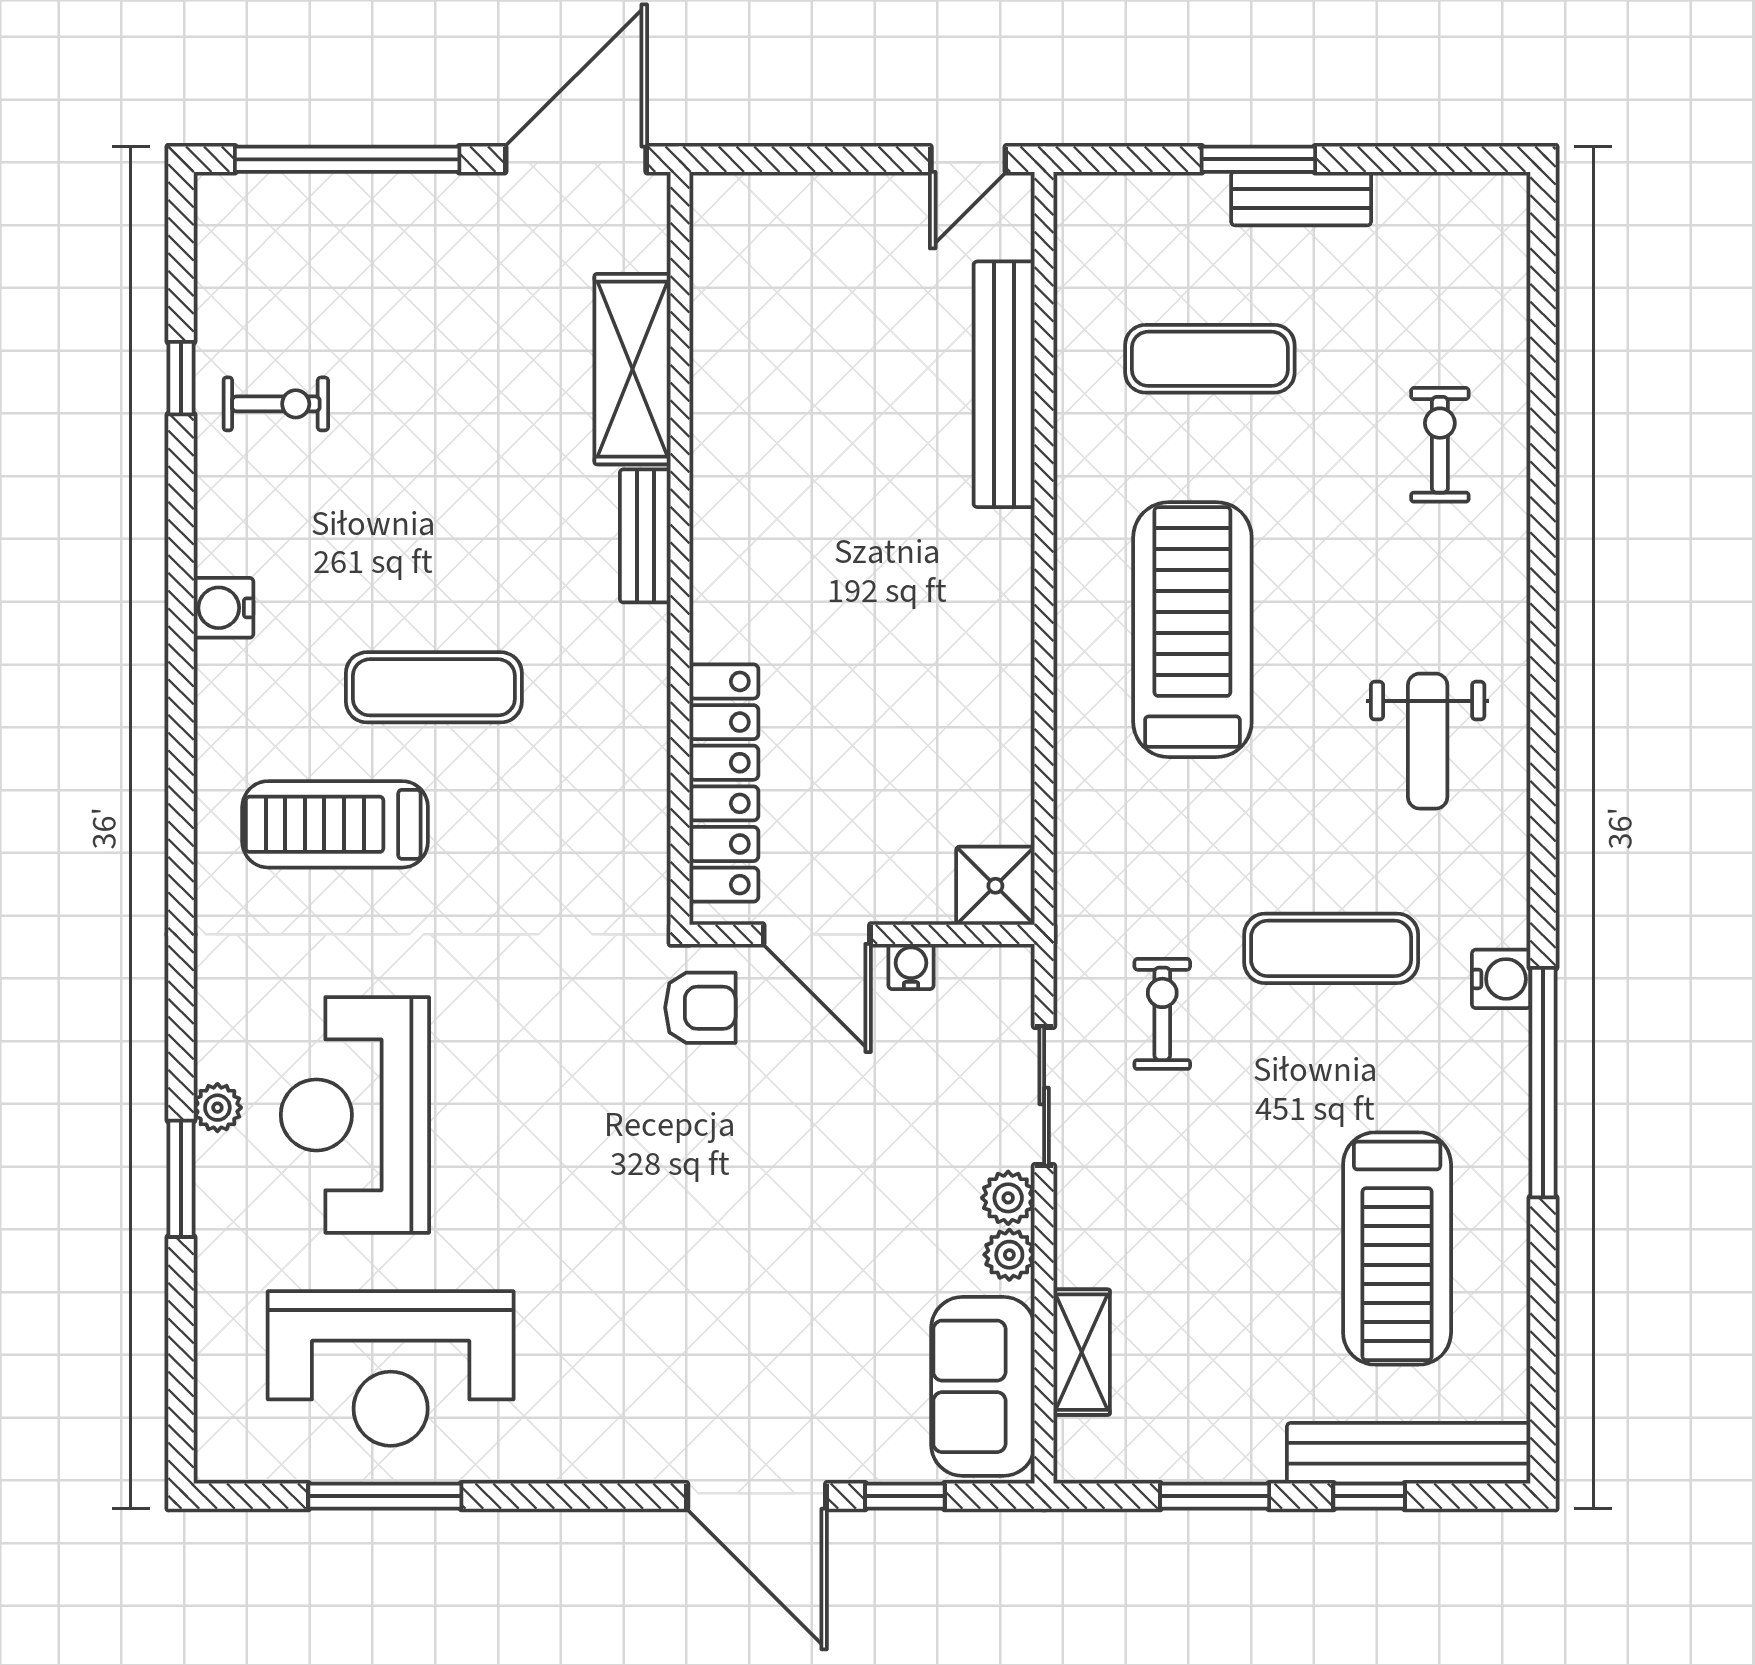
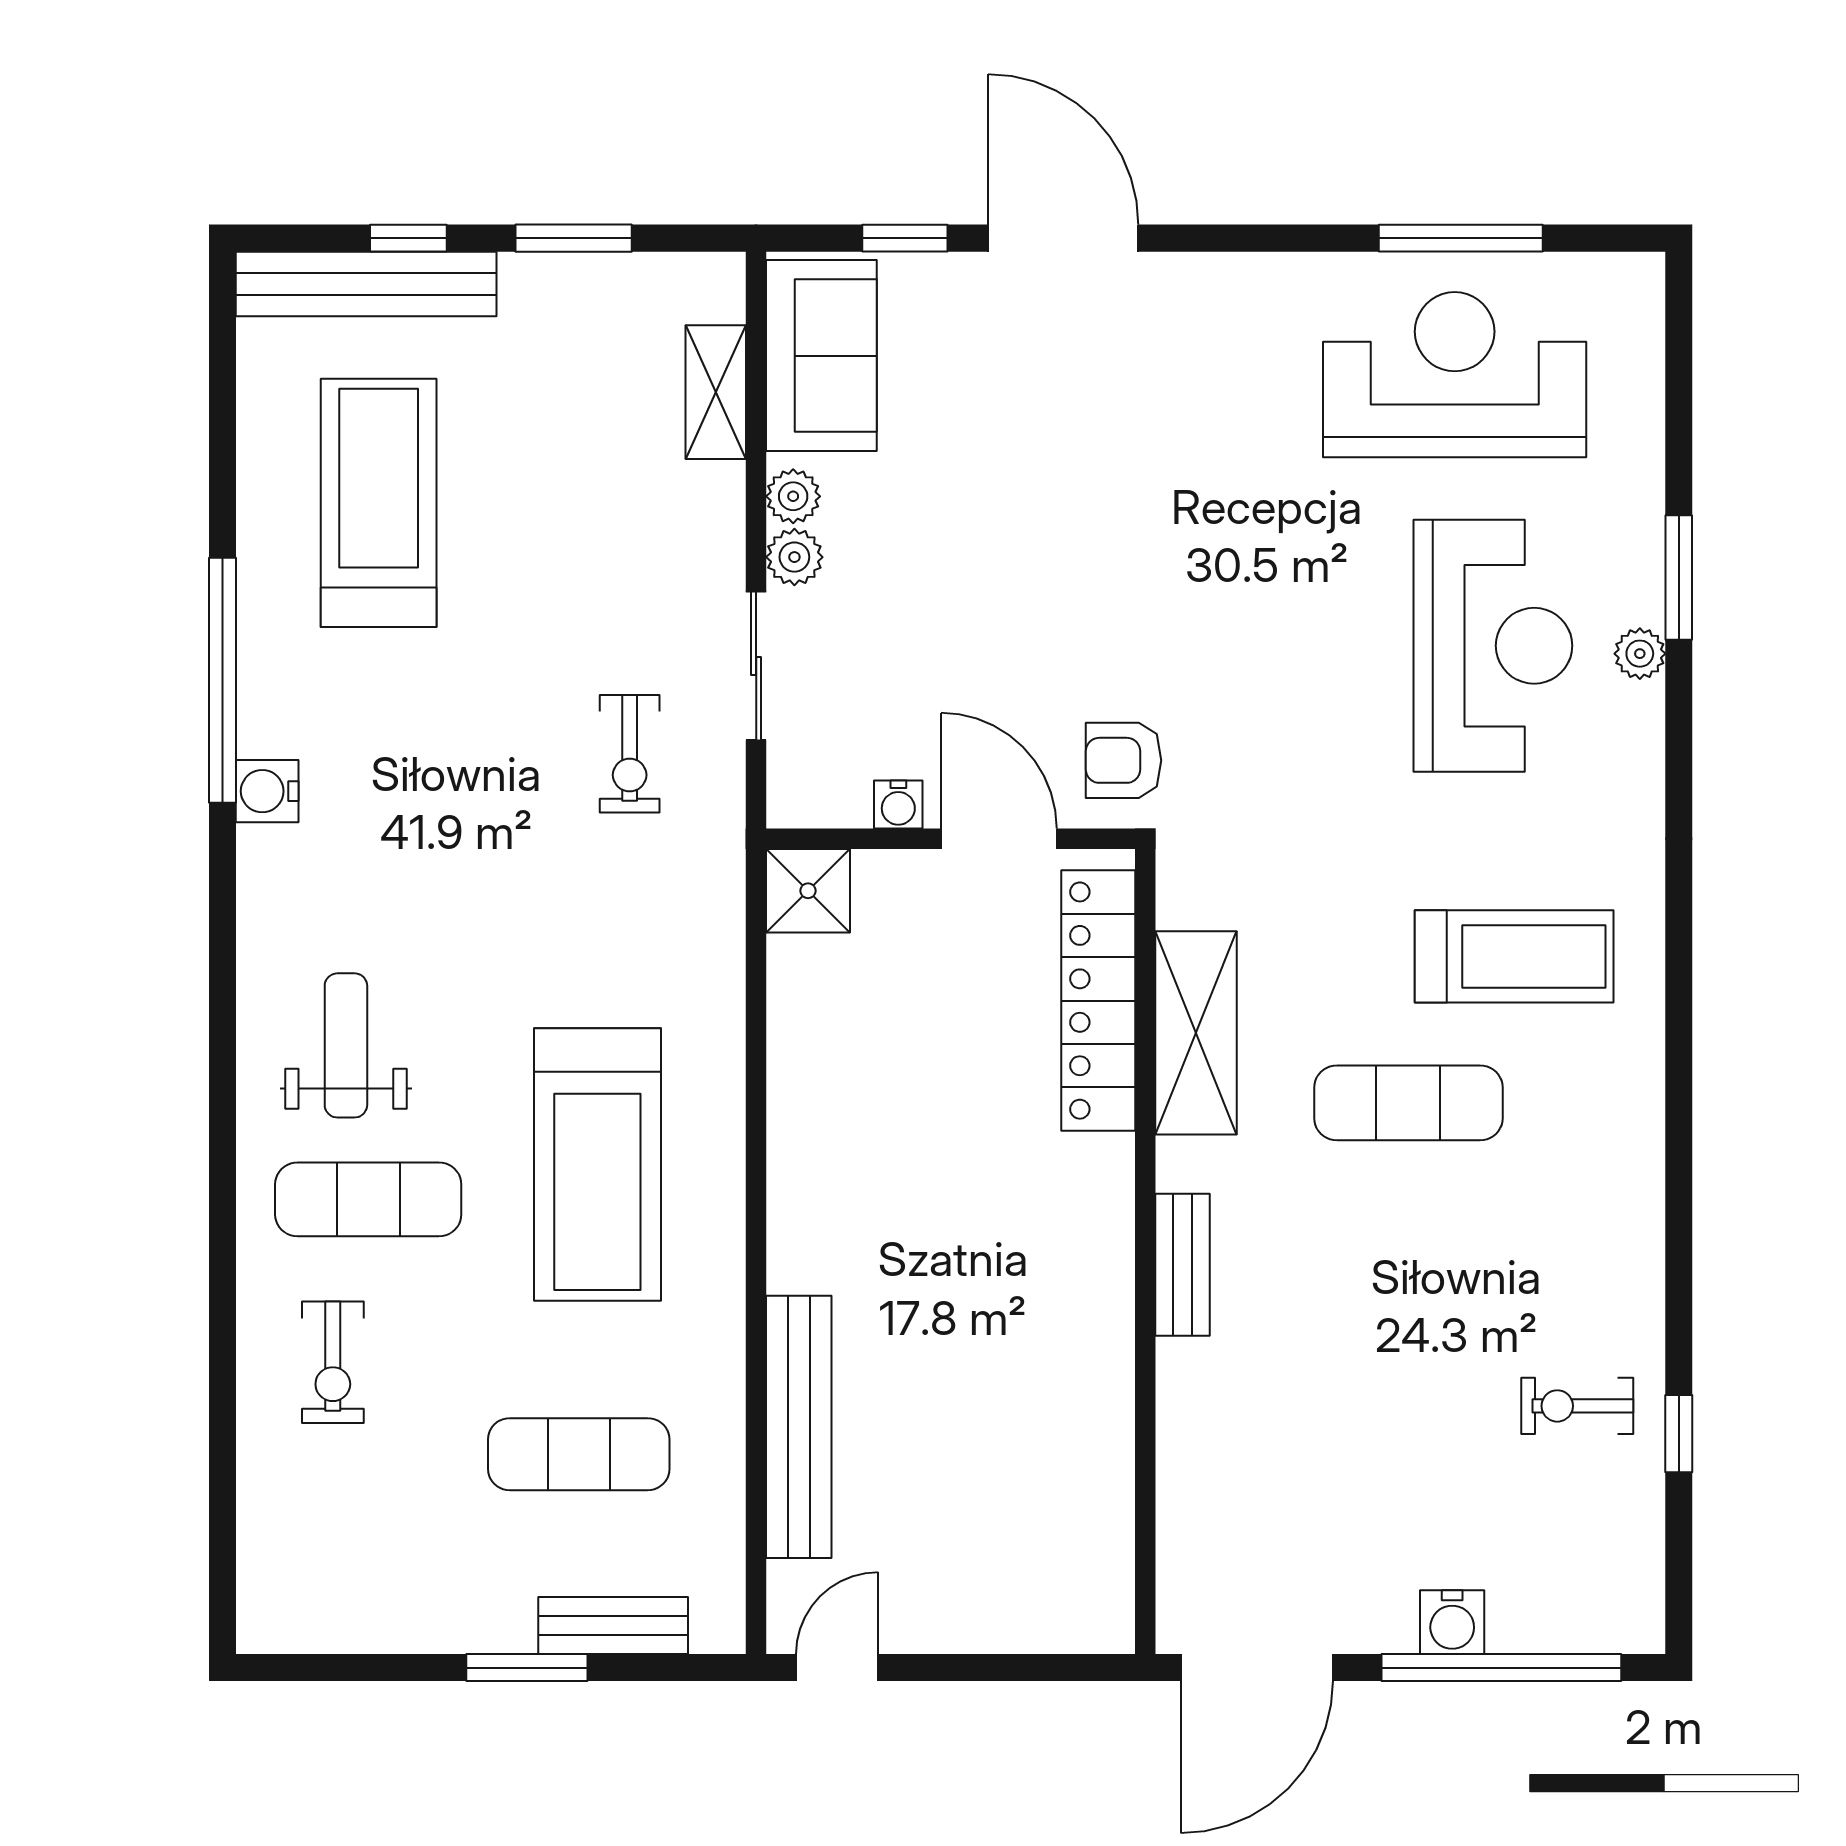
bench: (1301, 199) -> (613, 1626), moved
shelving: (633, 369) -> (1196, 1033), moved
water cooler: (223, 608) -> (1452, 1622), moved, turned 90
exercise mat: (1331, 948) -> (368, 1199), moved

